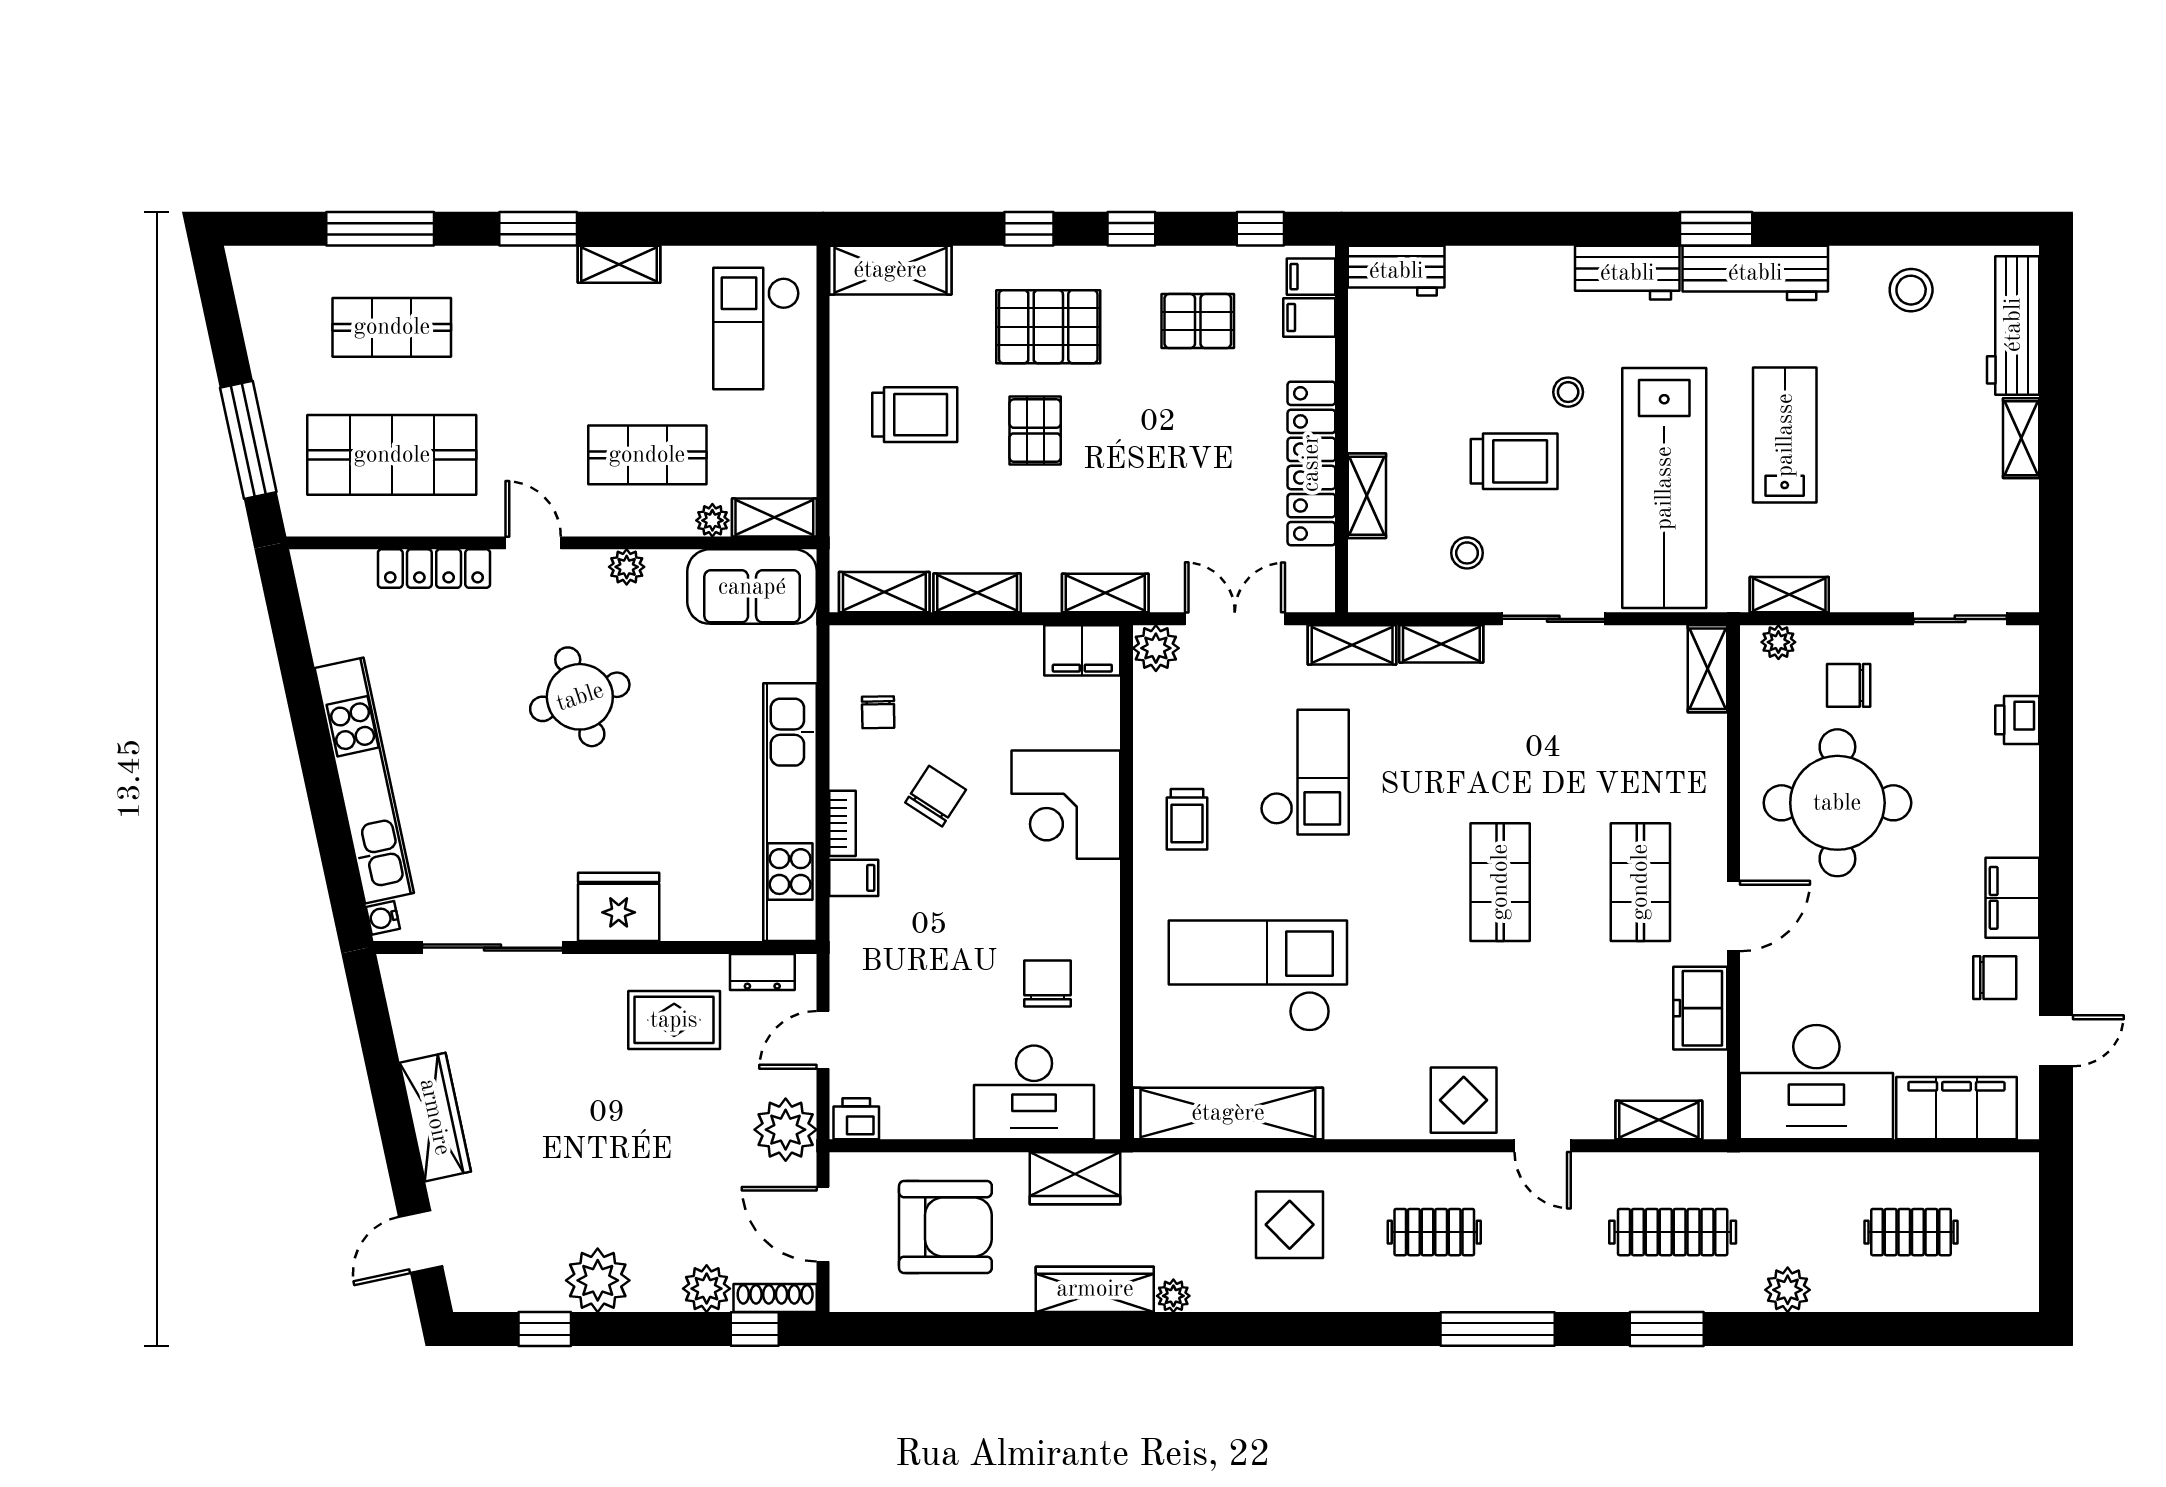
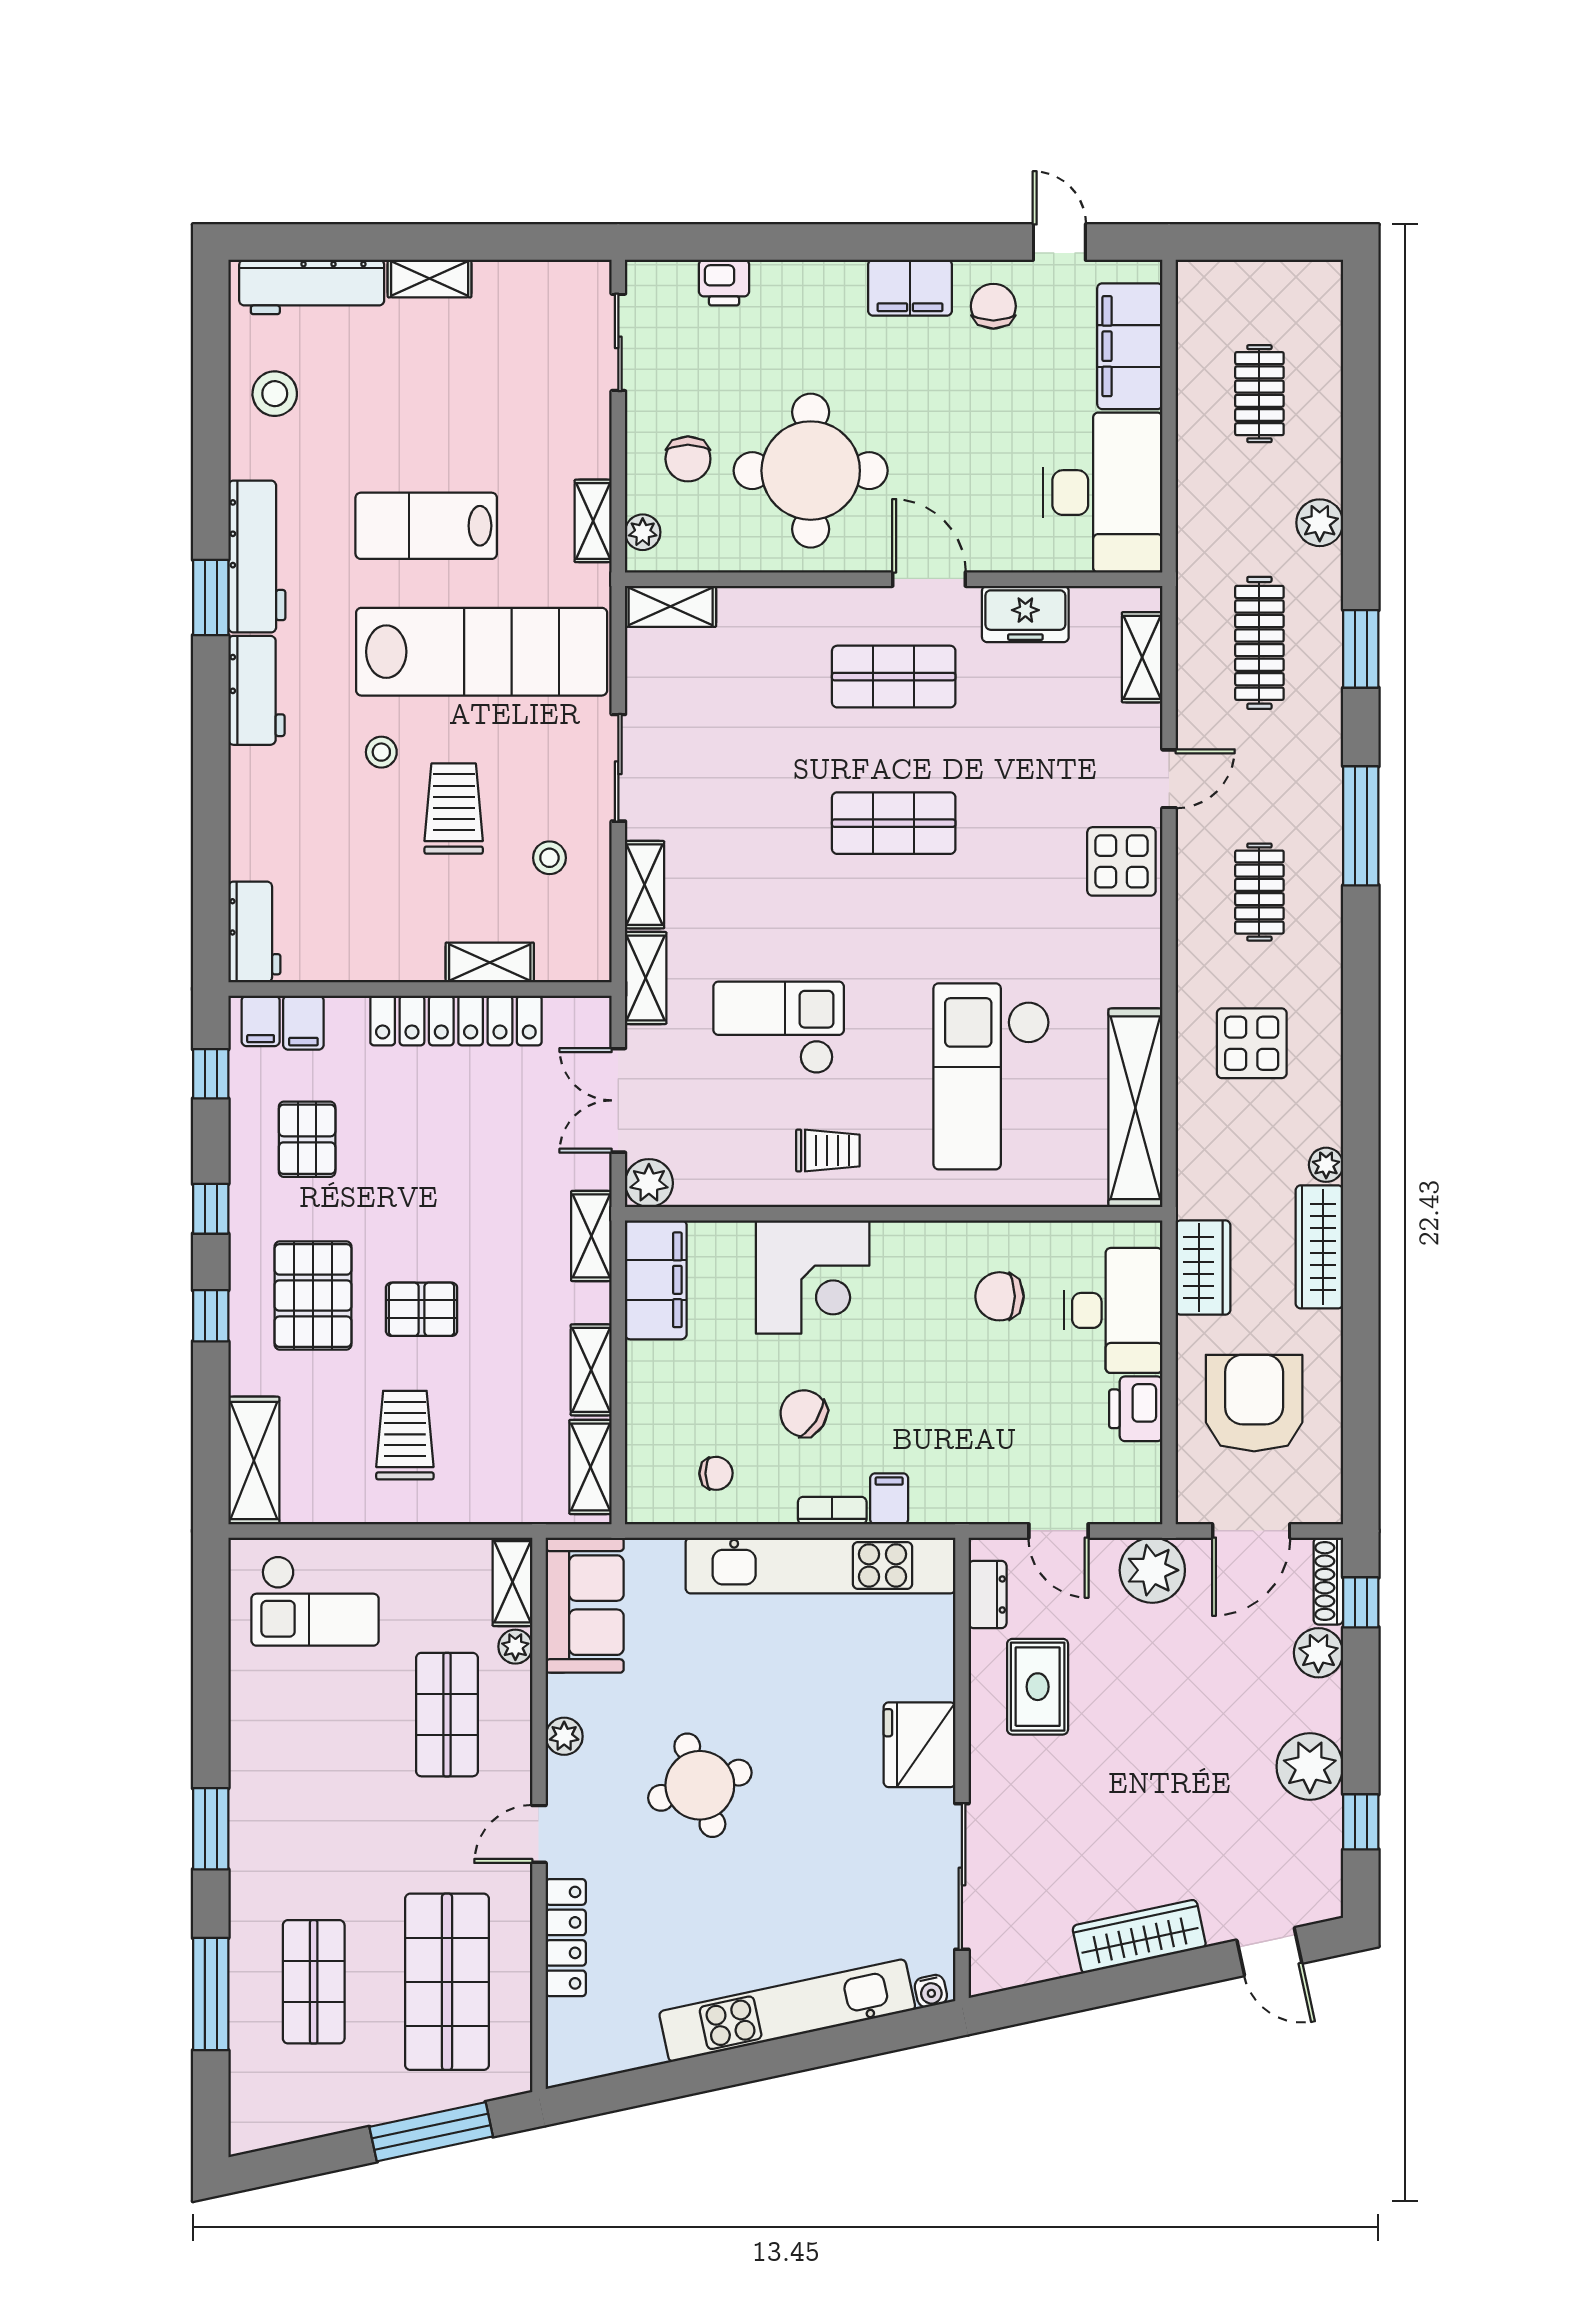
shelving: (619, 264) -> (248, 1744), removed
filing cabinet: (1082, 650) -> (656, 1280), width x1.50, depth x1.17
printer: (856, 1119) -> (1136, 1409), moved, width x1.36, depth x1.24

